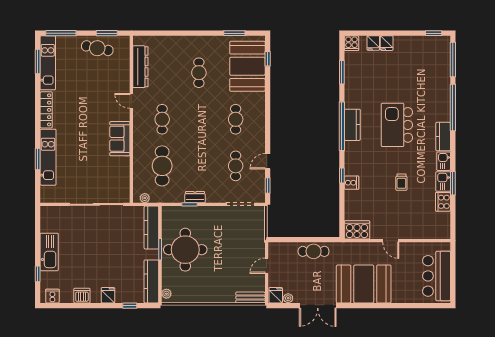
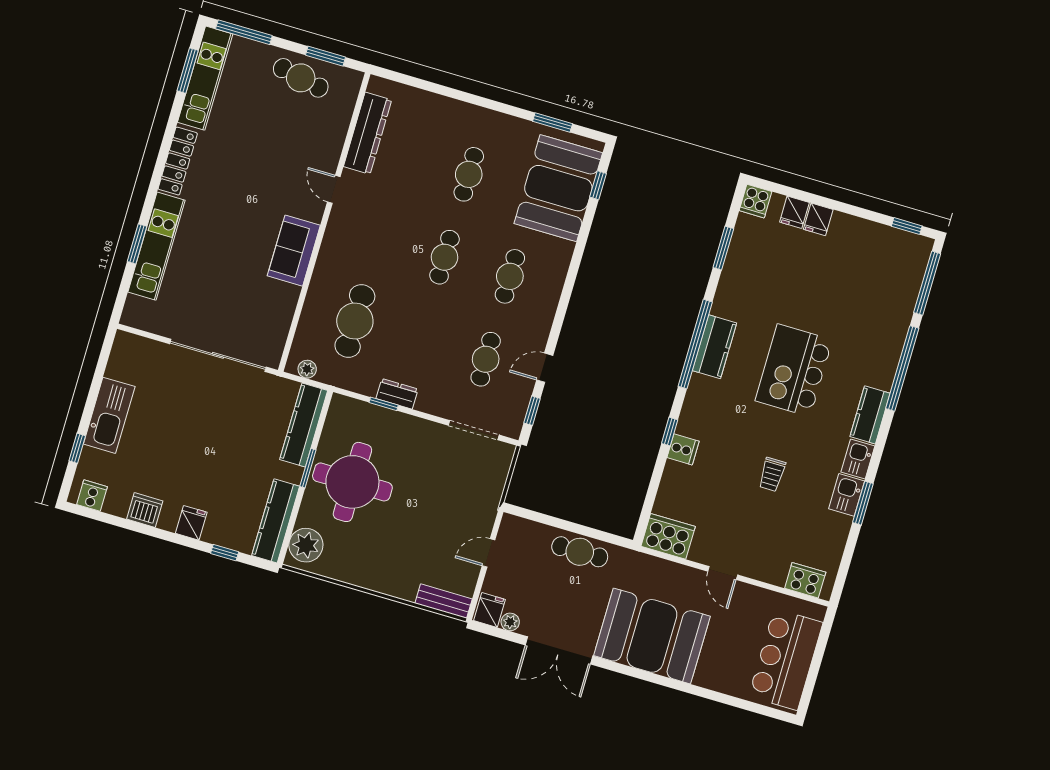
cafe table: (162, 119) -> (445, 257), moved
cooker: (443, 202) -> (805, 580), moved, turned 90
plant: (166, 294) -> (306, 545), width x1.88, depth x1.88

